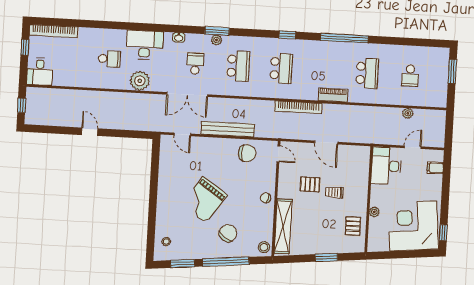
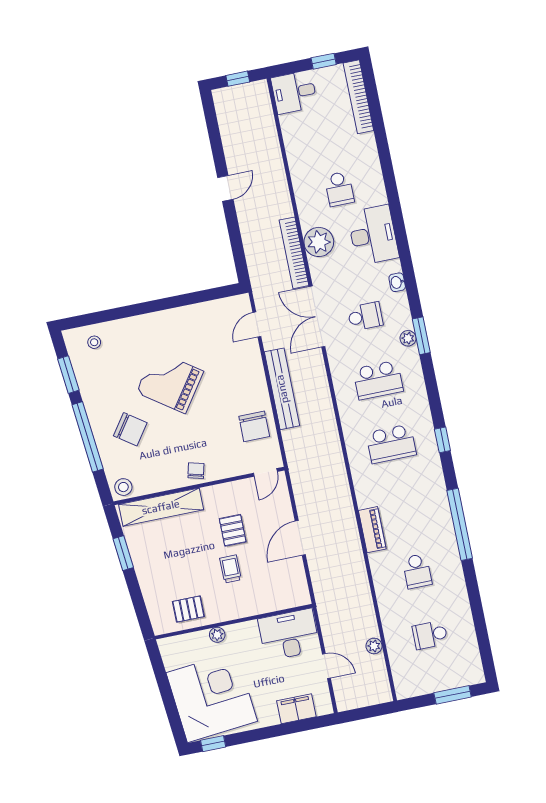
school desk: (367, 73) -> (417, 571), width x0.54
bookcase: (298, 107) -> (294, 253), moved
filing cabinet: (435, 168) -> (296, 709), width x2.00
window: (326, 258) -> (123, 553), moved

